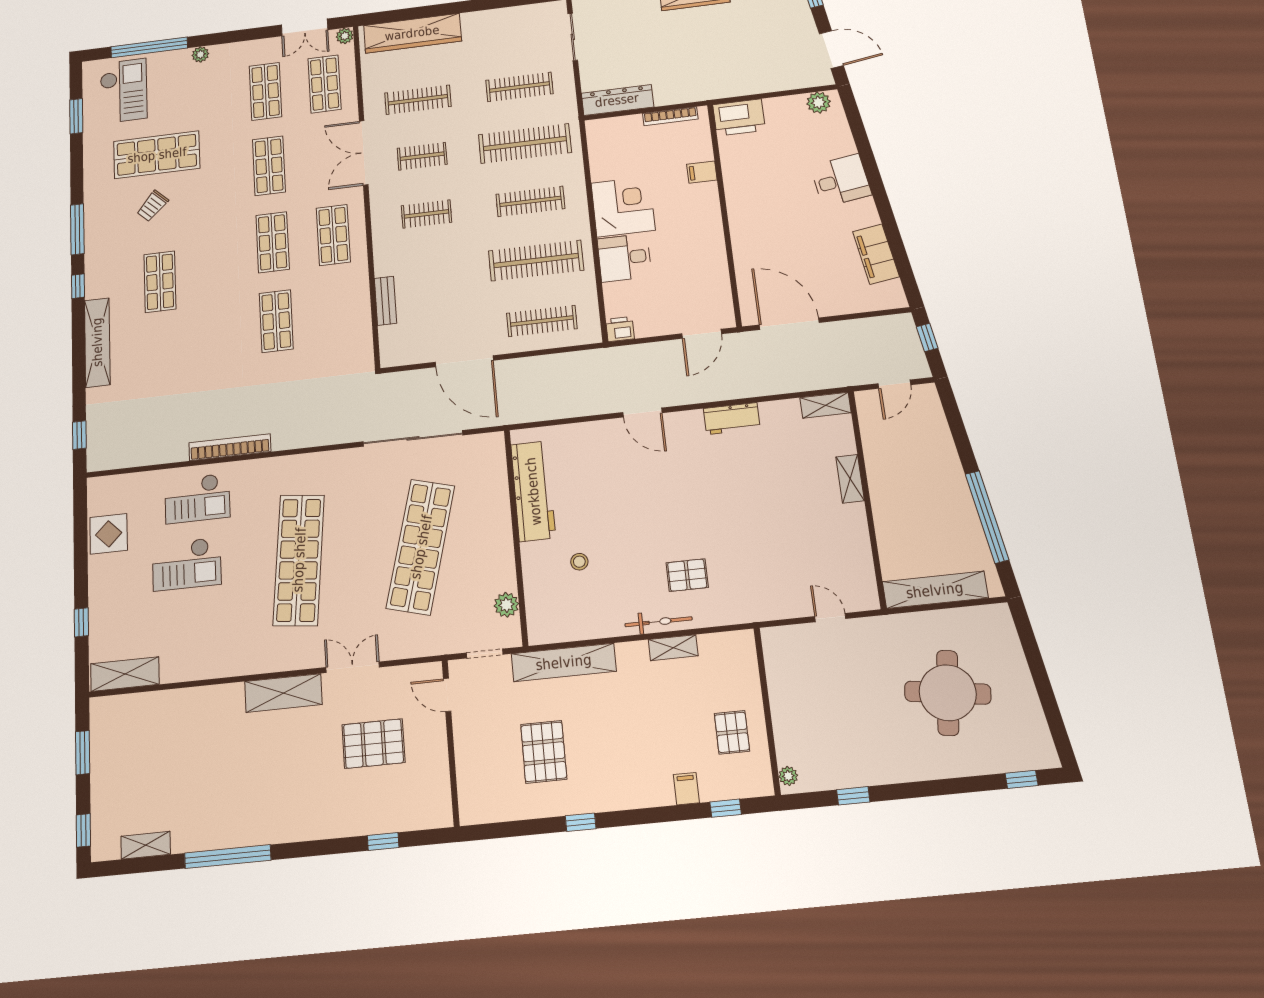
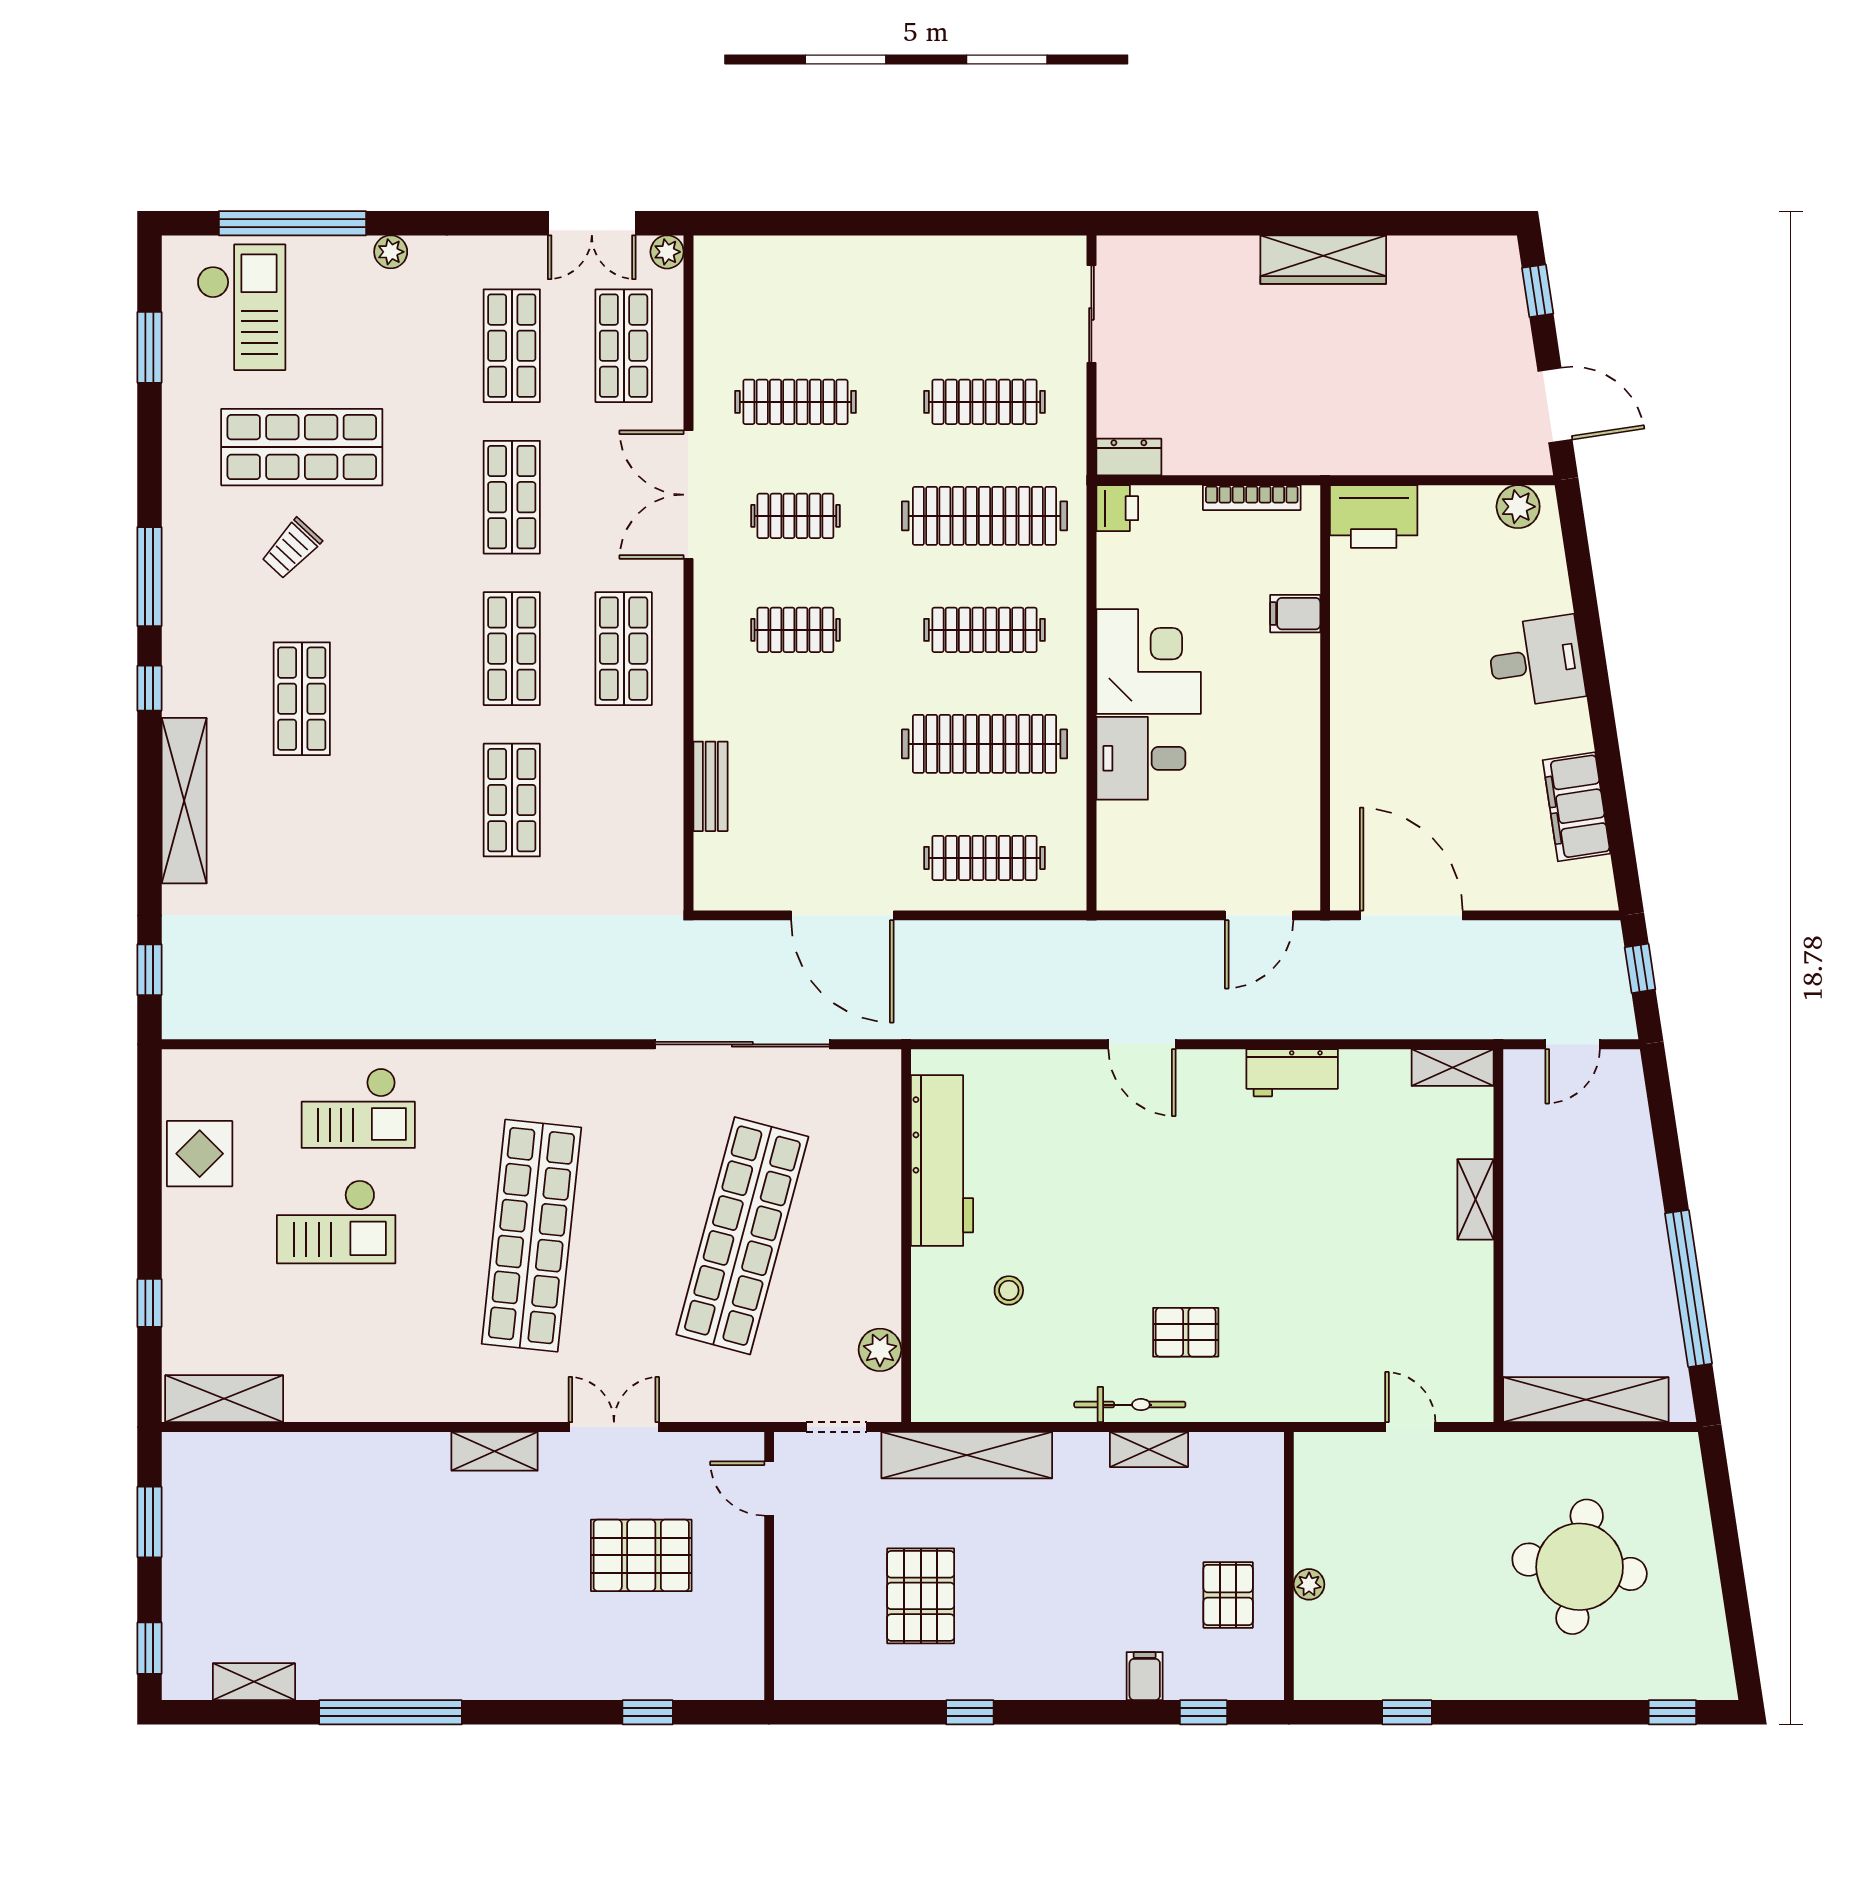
wardrobe: (412, 33) -> (795, 265), removed
dresser: (617, 100) -> (1129, 457), width x0.51, depth x0.80
printer: (620, 329) -> (1117, 508), moved, turned 90
bookcase: (230, 447) -> (419, 1023), removed
shelving: (283, 693) -> (495, 1451), width x0.67, depth x0.75
plant: (788, 776) -> (1309, 1584), moved

